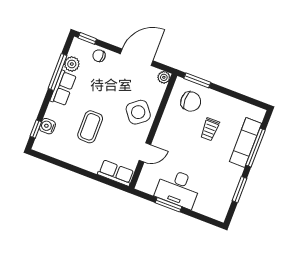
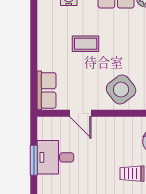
coffee table: (90, 127) -> (86, 44), width x0.73, depth x0.77
desk: (178, 188) -> (55, 157), width x0.73

